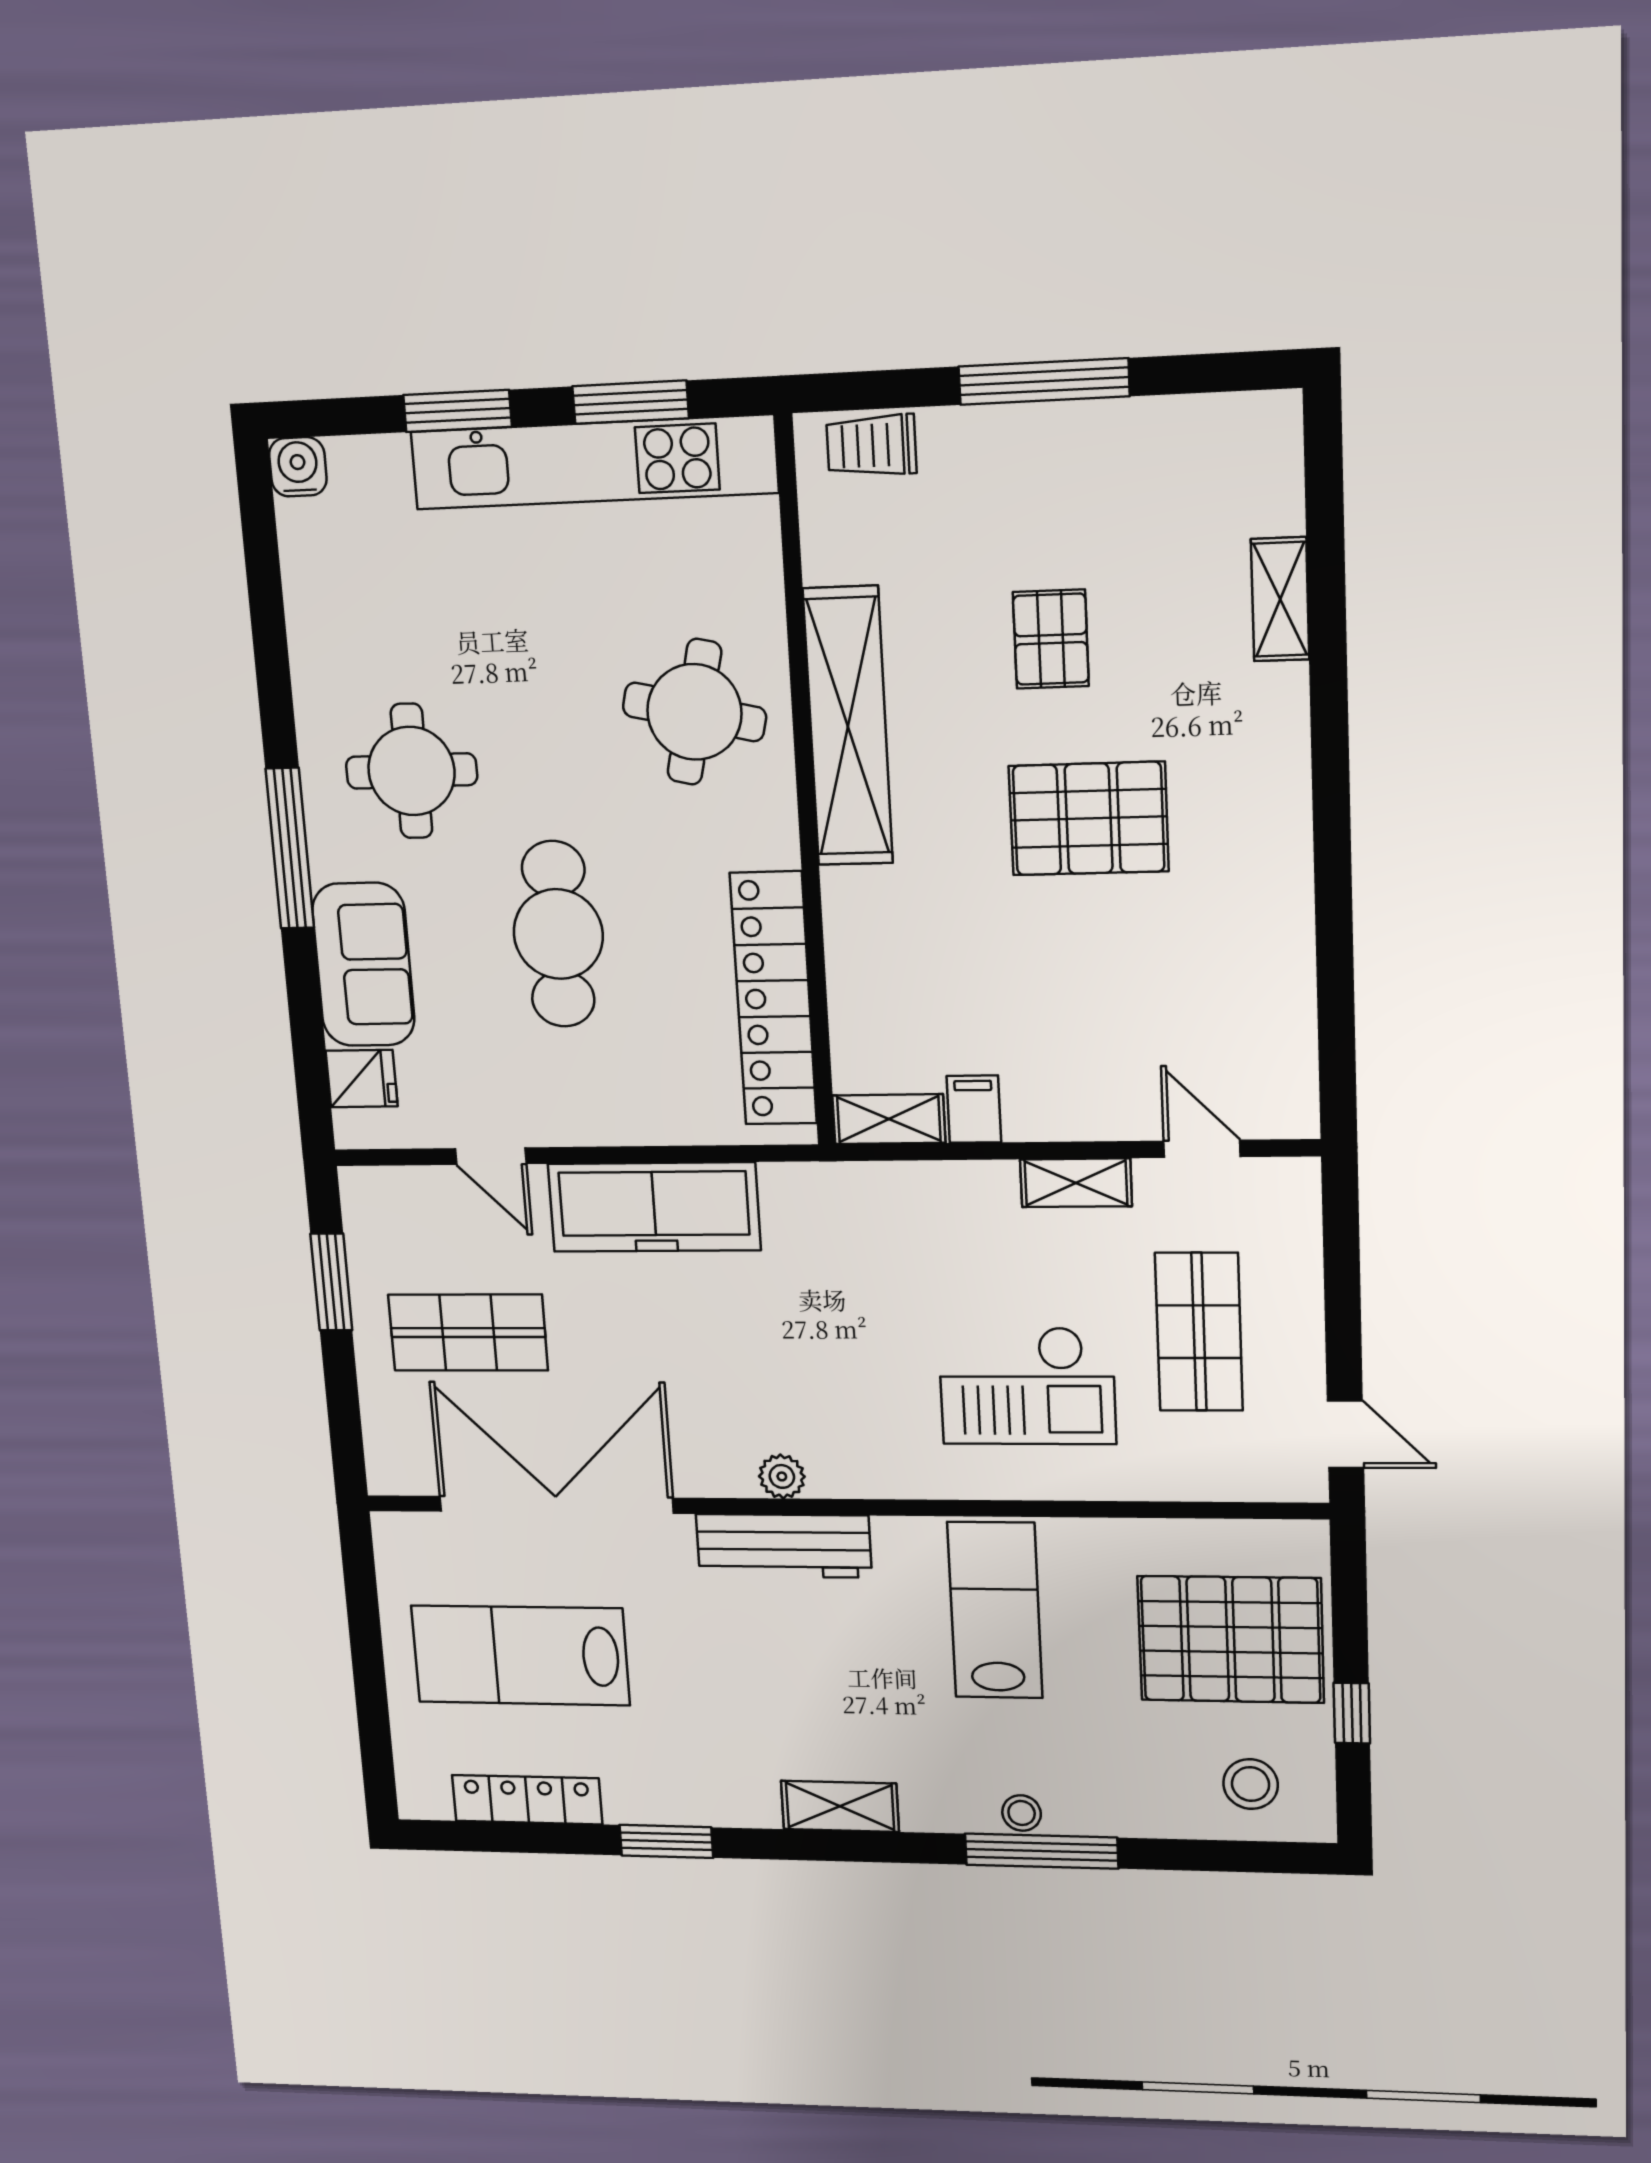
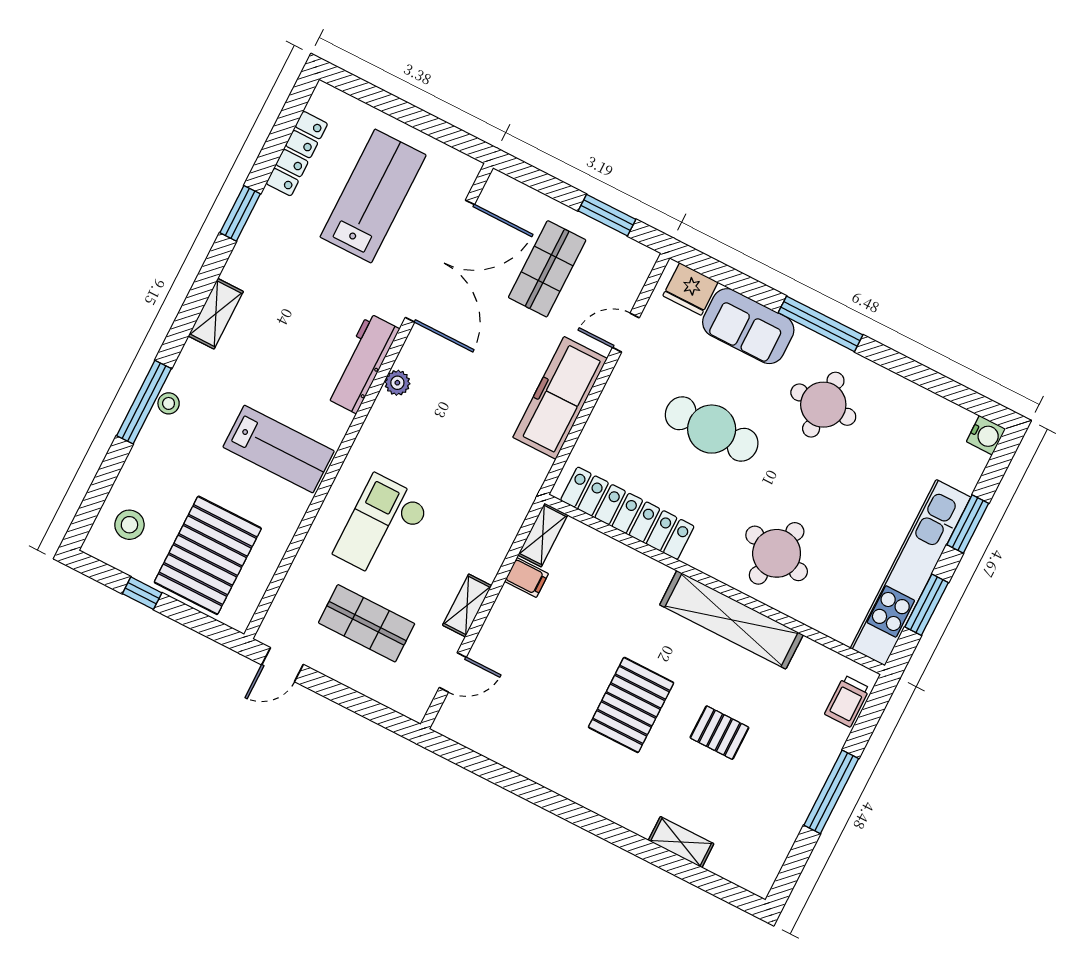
trolley: (871, 445) -> (847, 701), turned 180
fridge: (362, 1078) -> (690, 289), width x1.38

